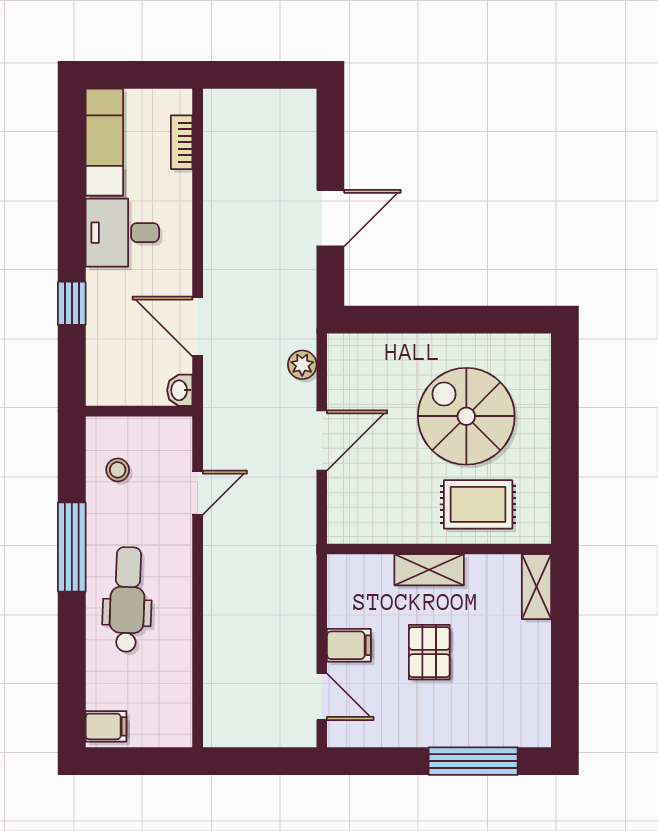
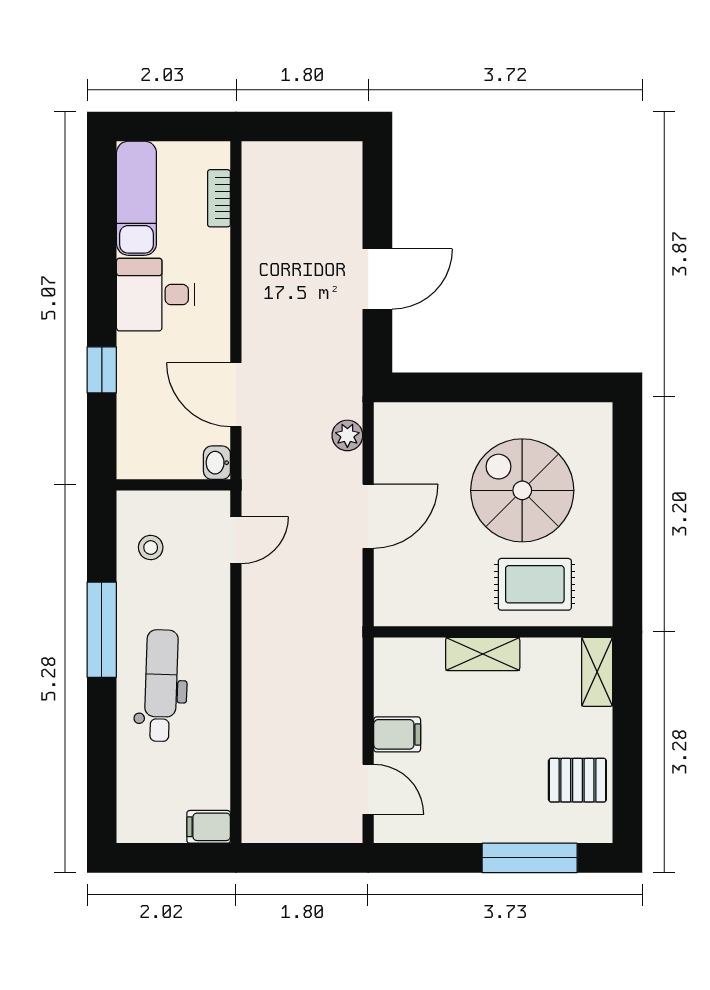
door: (198, 493) -> (236, 540), moved
pallet: (429, 652) -> (577, 780), moved, turned 90
filing cabinet: (106, 726) -> (209, 827), moved, turned 180

